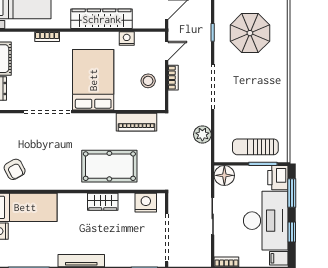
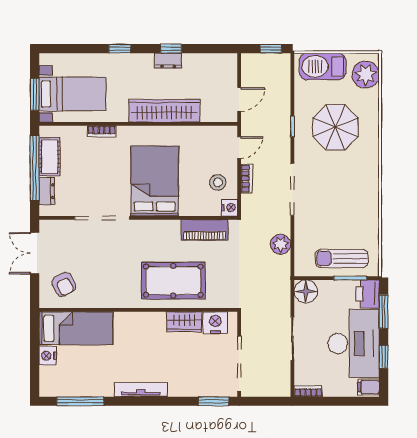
nightstand: (127, 39) -> (230, 208), moved, turned 90
wardrobe: (103, 202) -> (184, 322), moved

